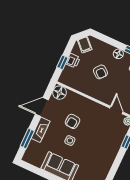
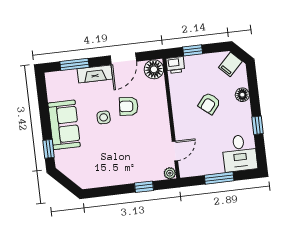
floor lamp: (118, 54) -> (242, 95), moved
printer: (73, 61) -> (175, 65), moved
door: (42, 107) -> (123, 59), swing flipped

